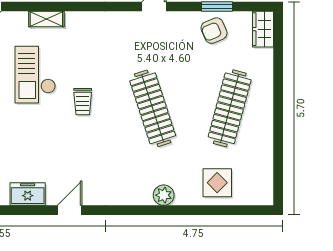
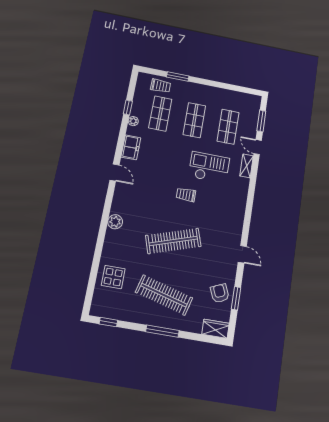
shelving: (46, 19) -> (247, 166), moved
window: (278, 102) -> (162, 331), added
window: (278, 177) -> (108, 322), added
plant: (164, 195) -> (115, 222), moved

